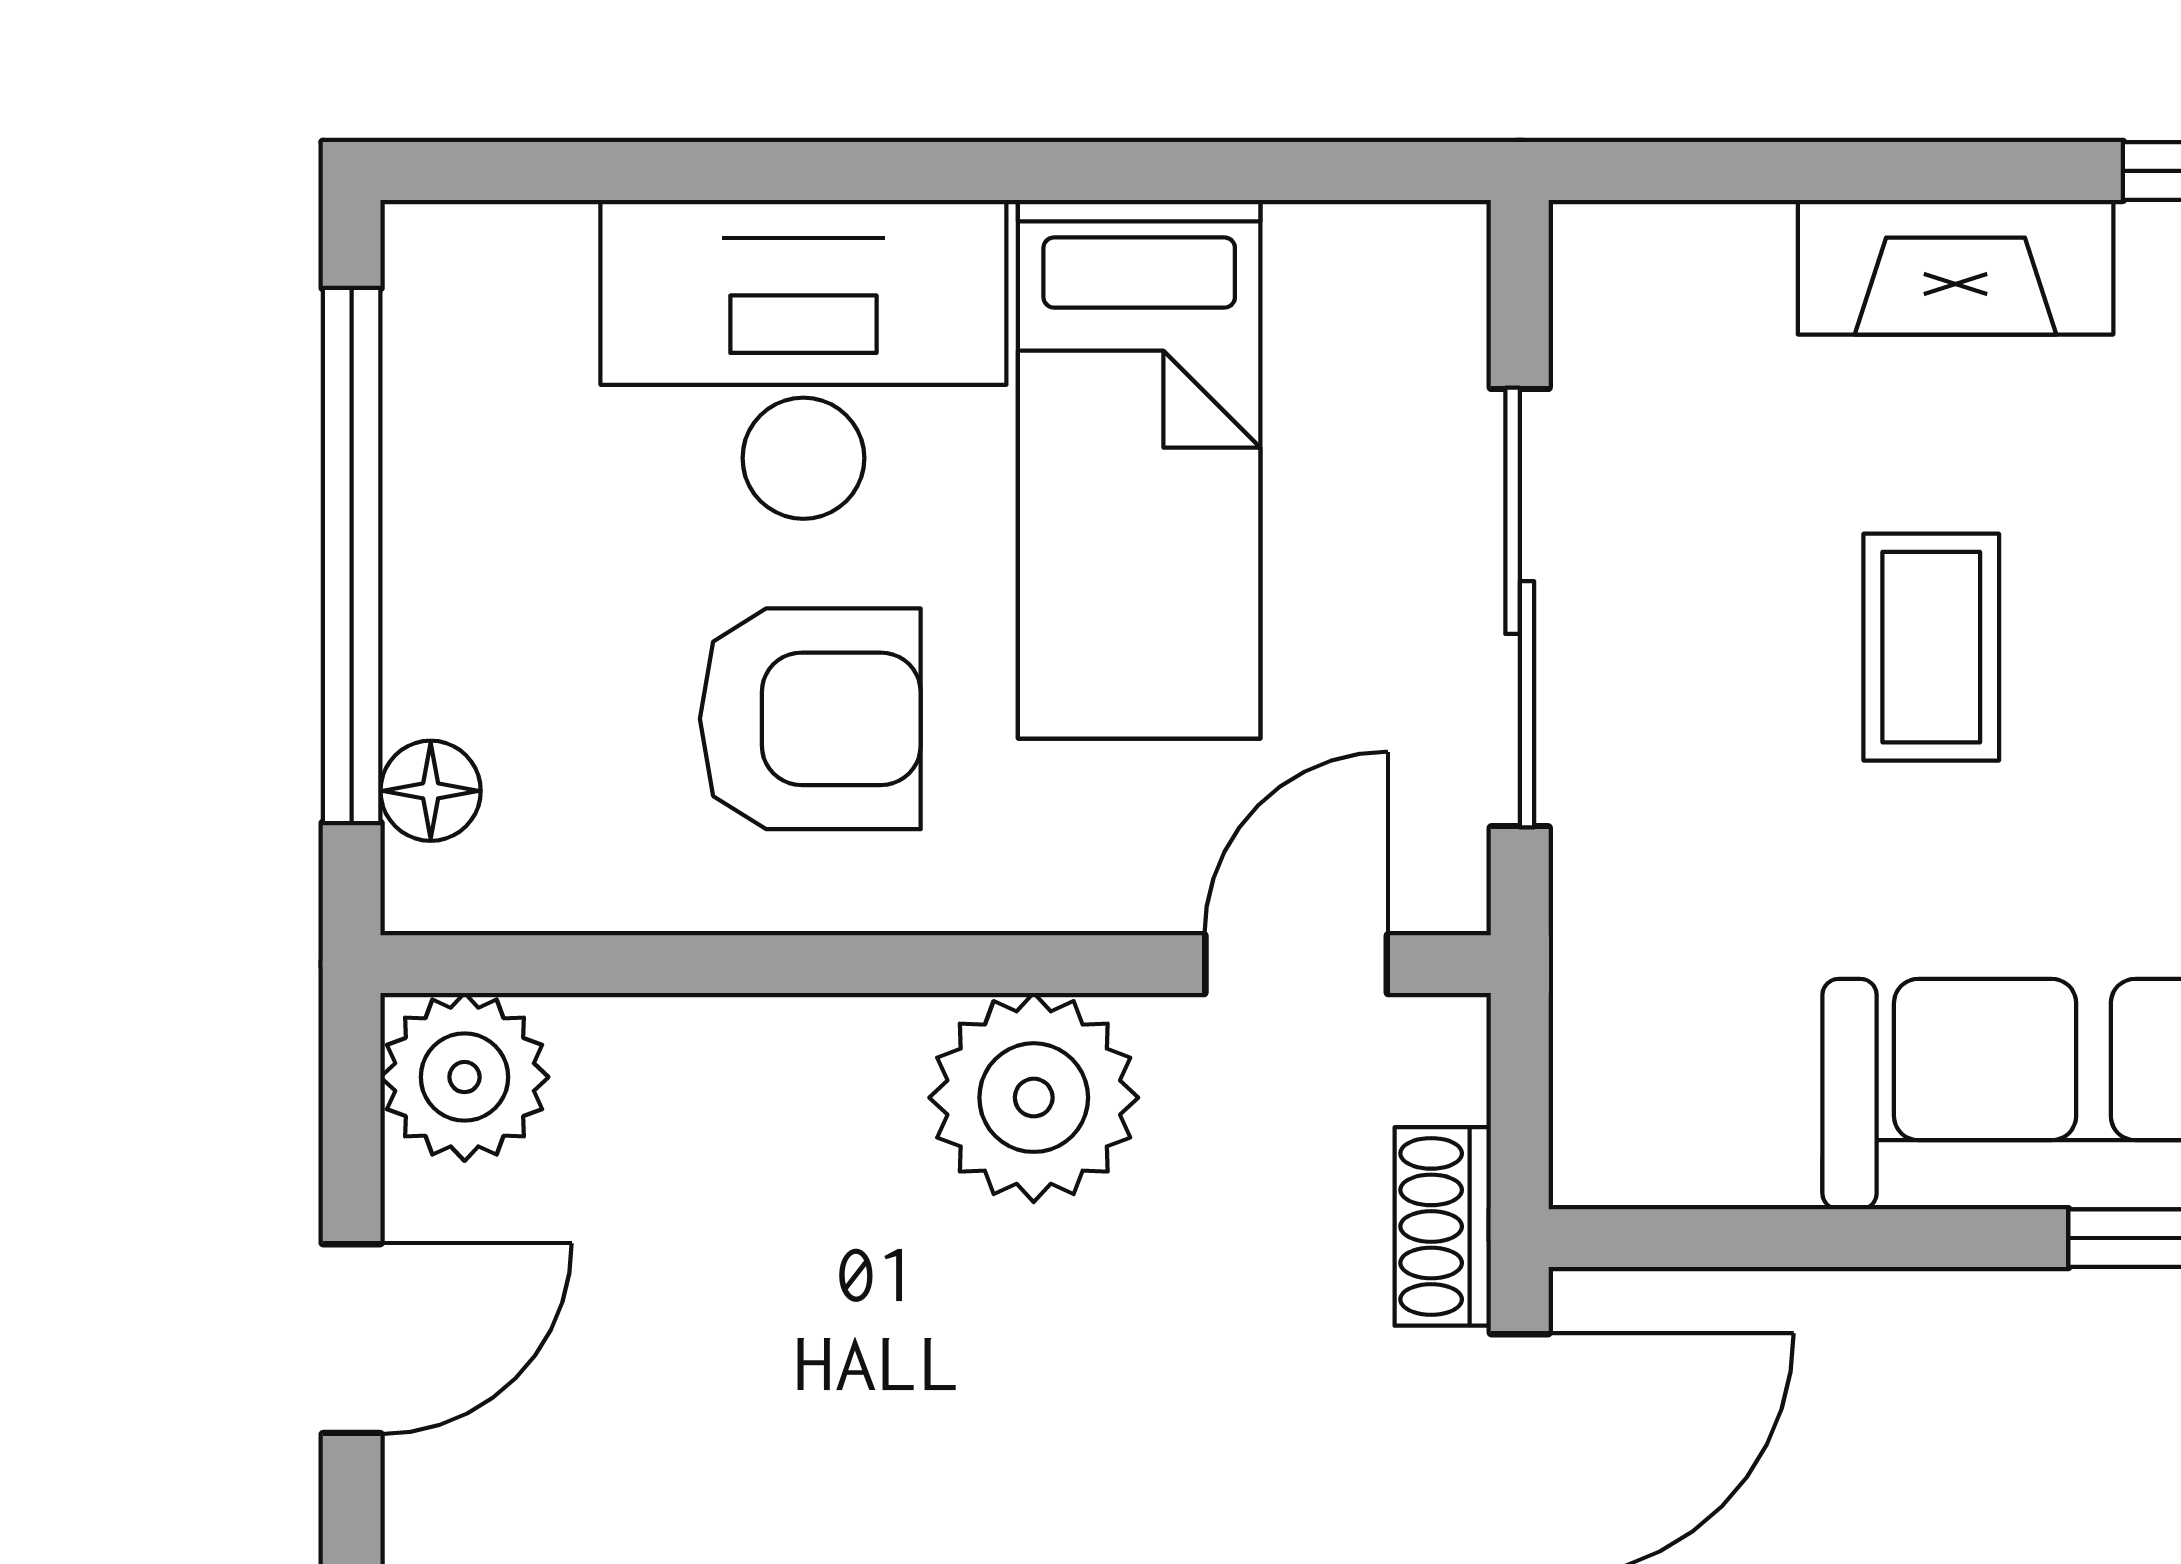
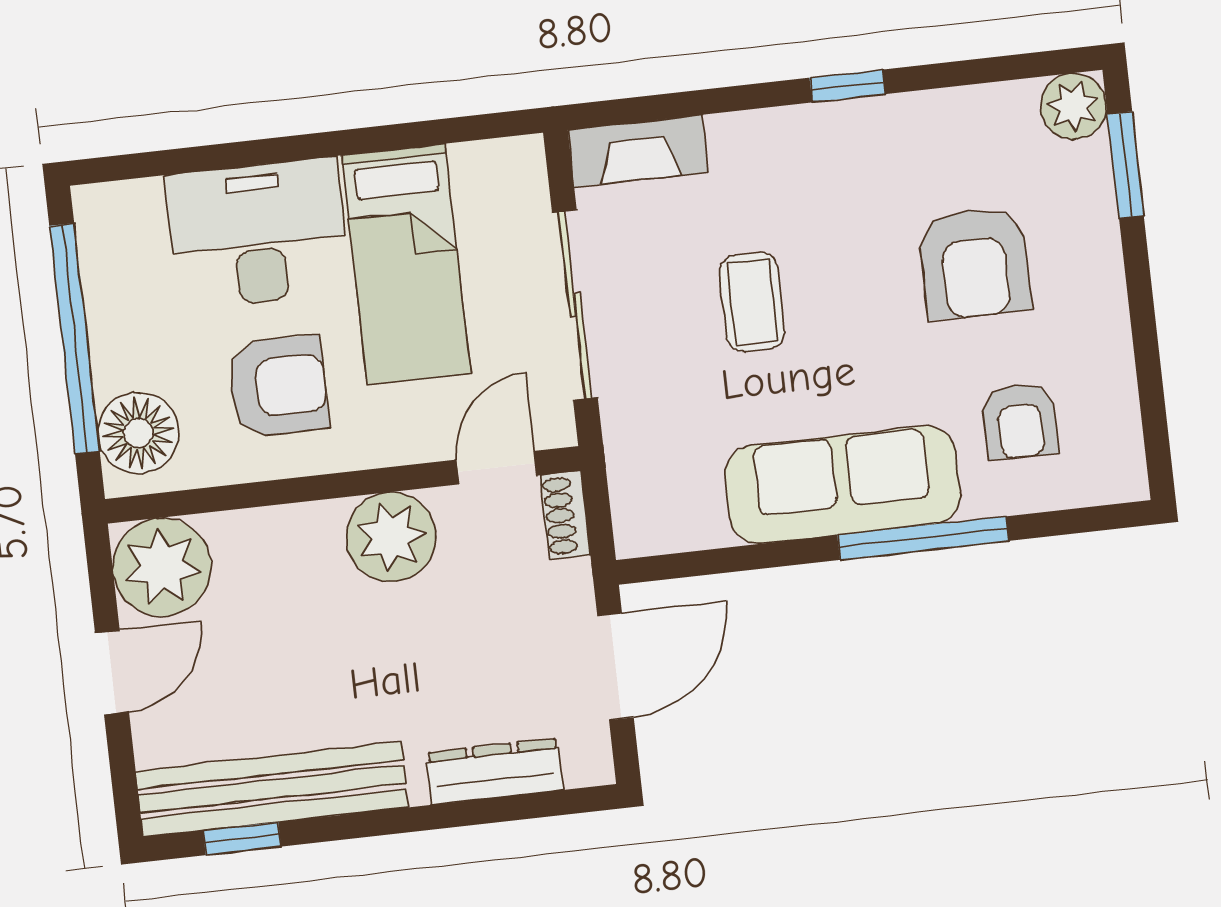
fireplace: (1956, 267) -> (638, 151), moved
floor lamp: (431, 791) -> (138, 433), width x1.89, depth x1.89
plant: (465, 1077) -> (162, 567), width x1.36, depth x1.36
shoe rack: (1443, 1226) -> (565, 515), moved

